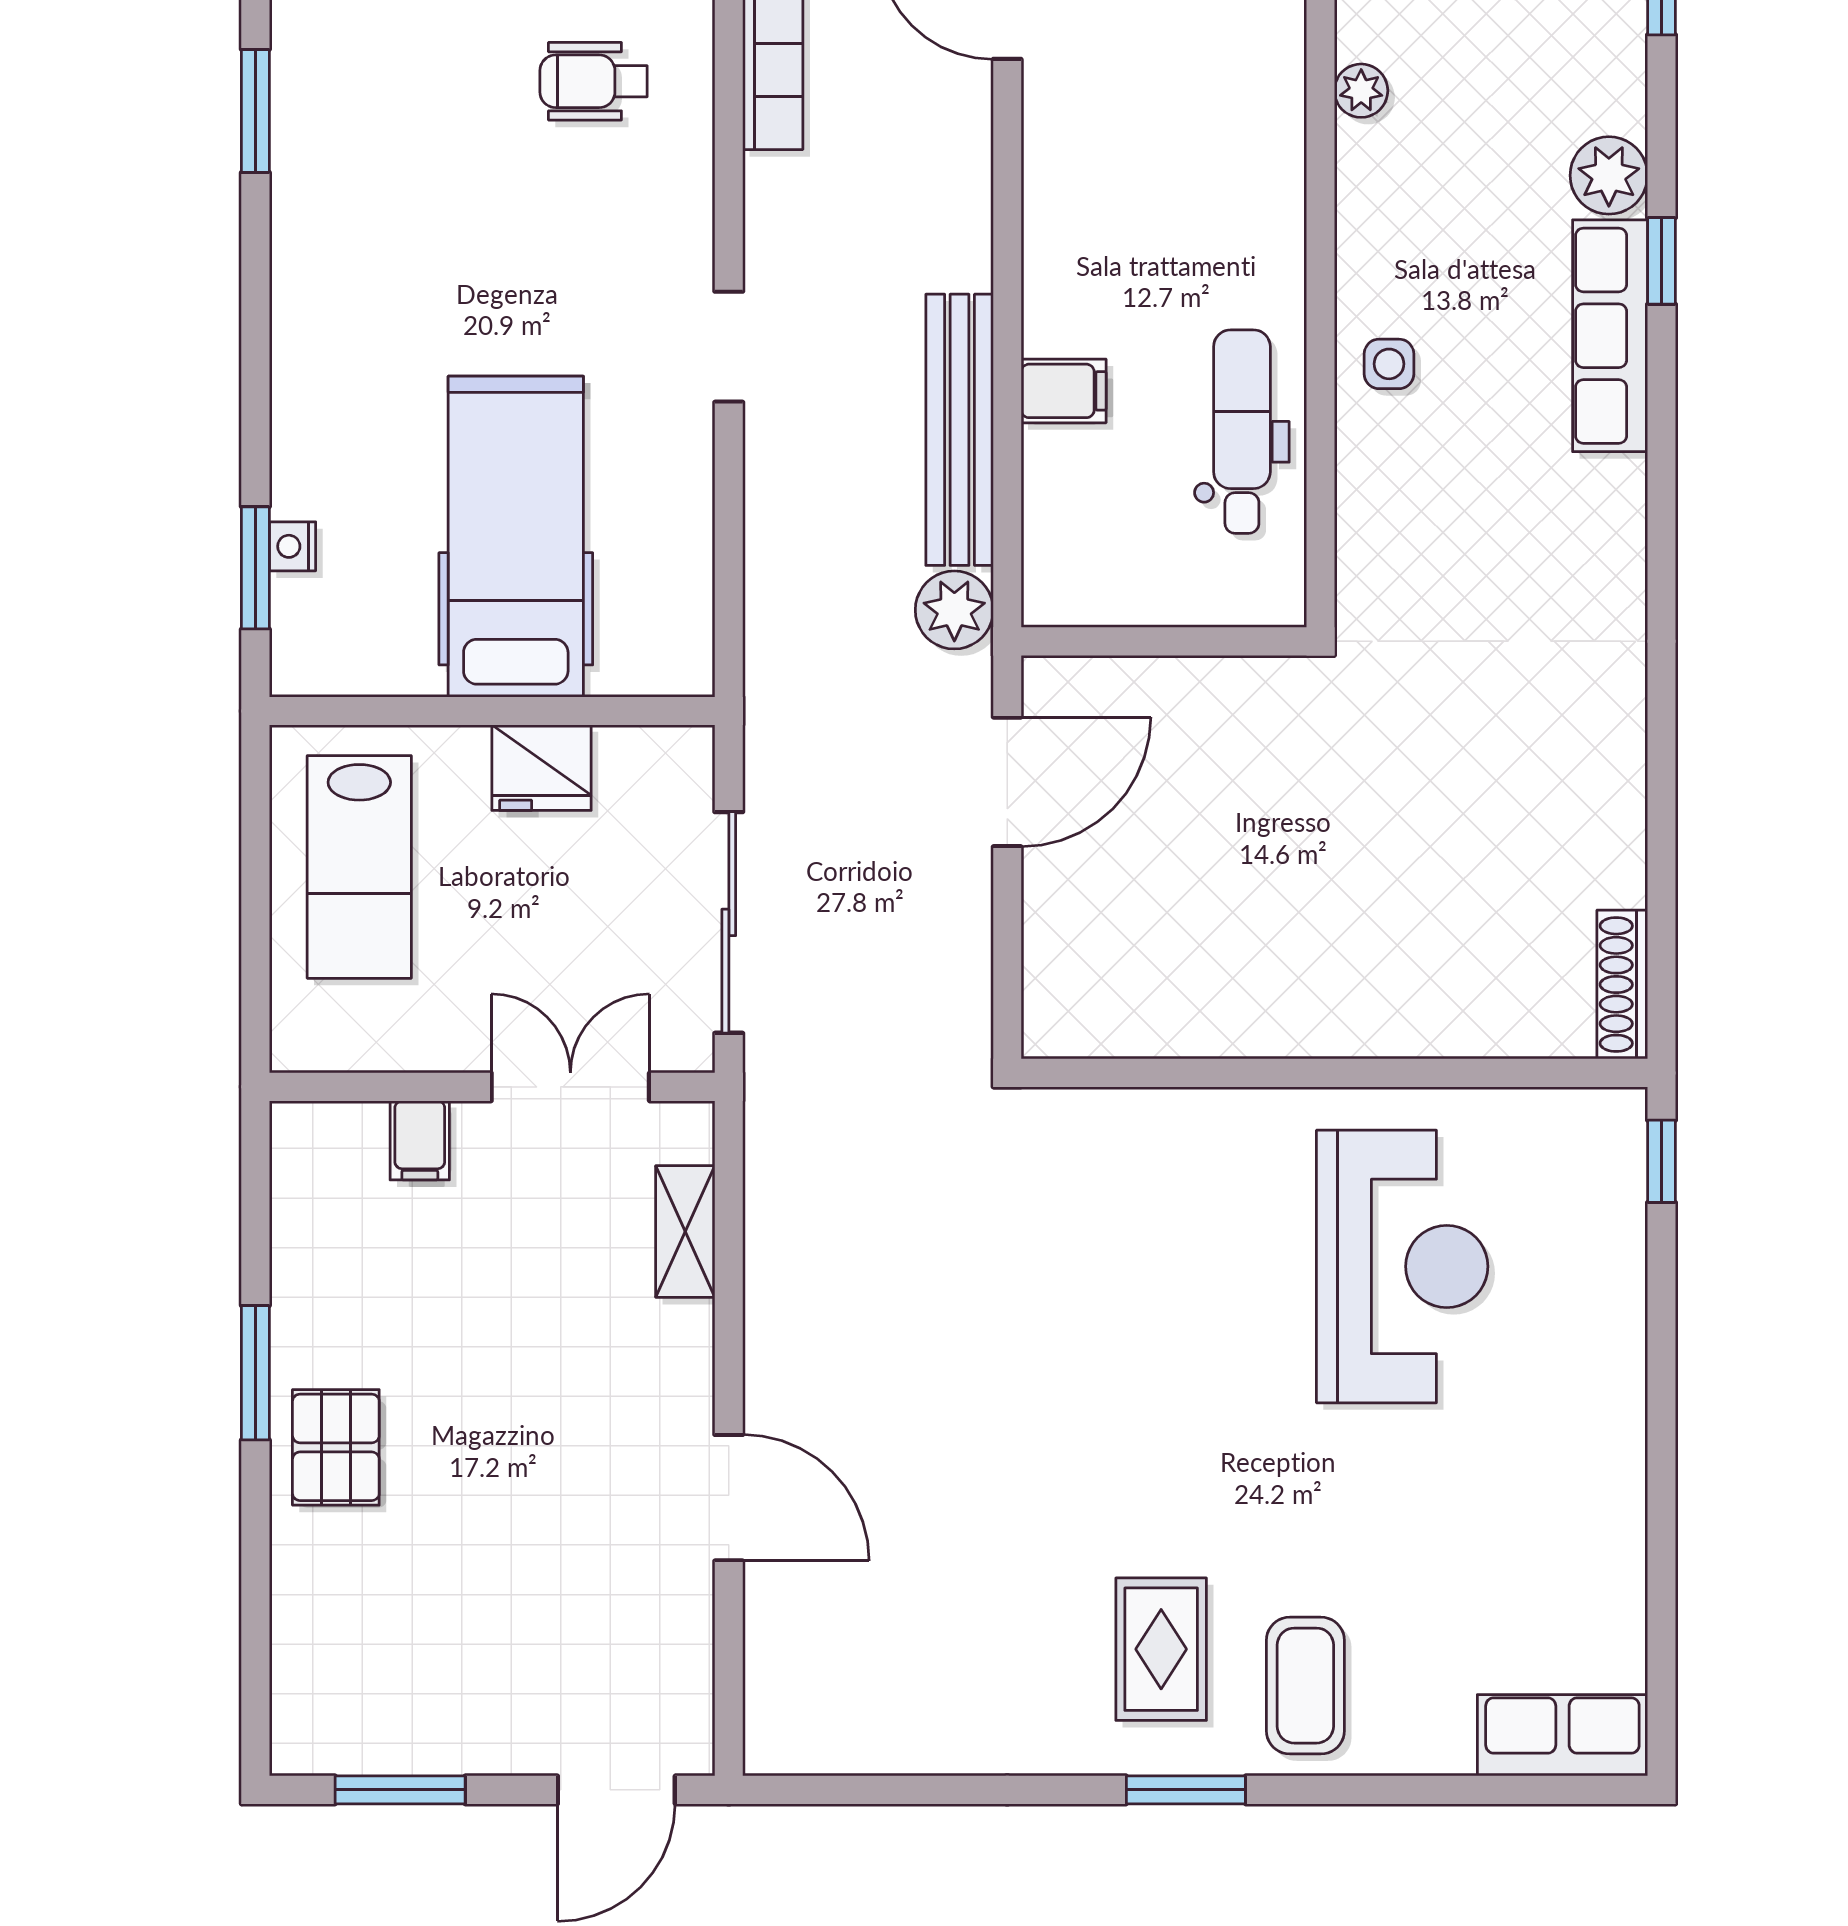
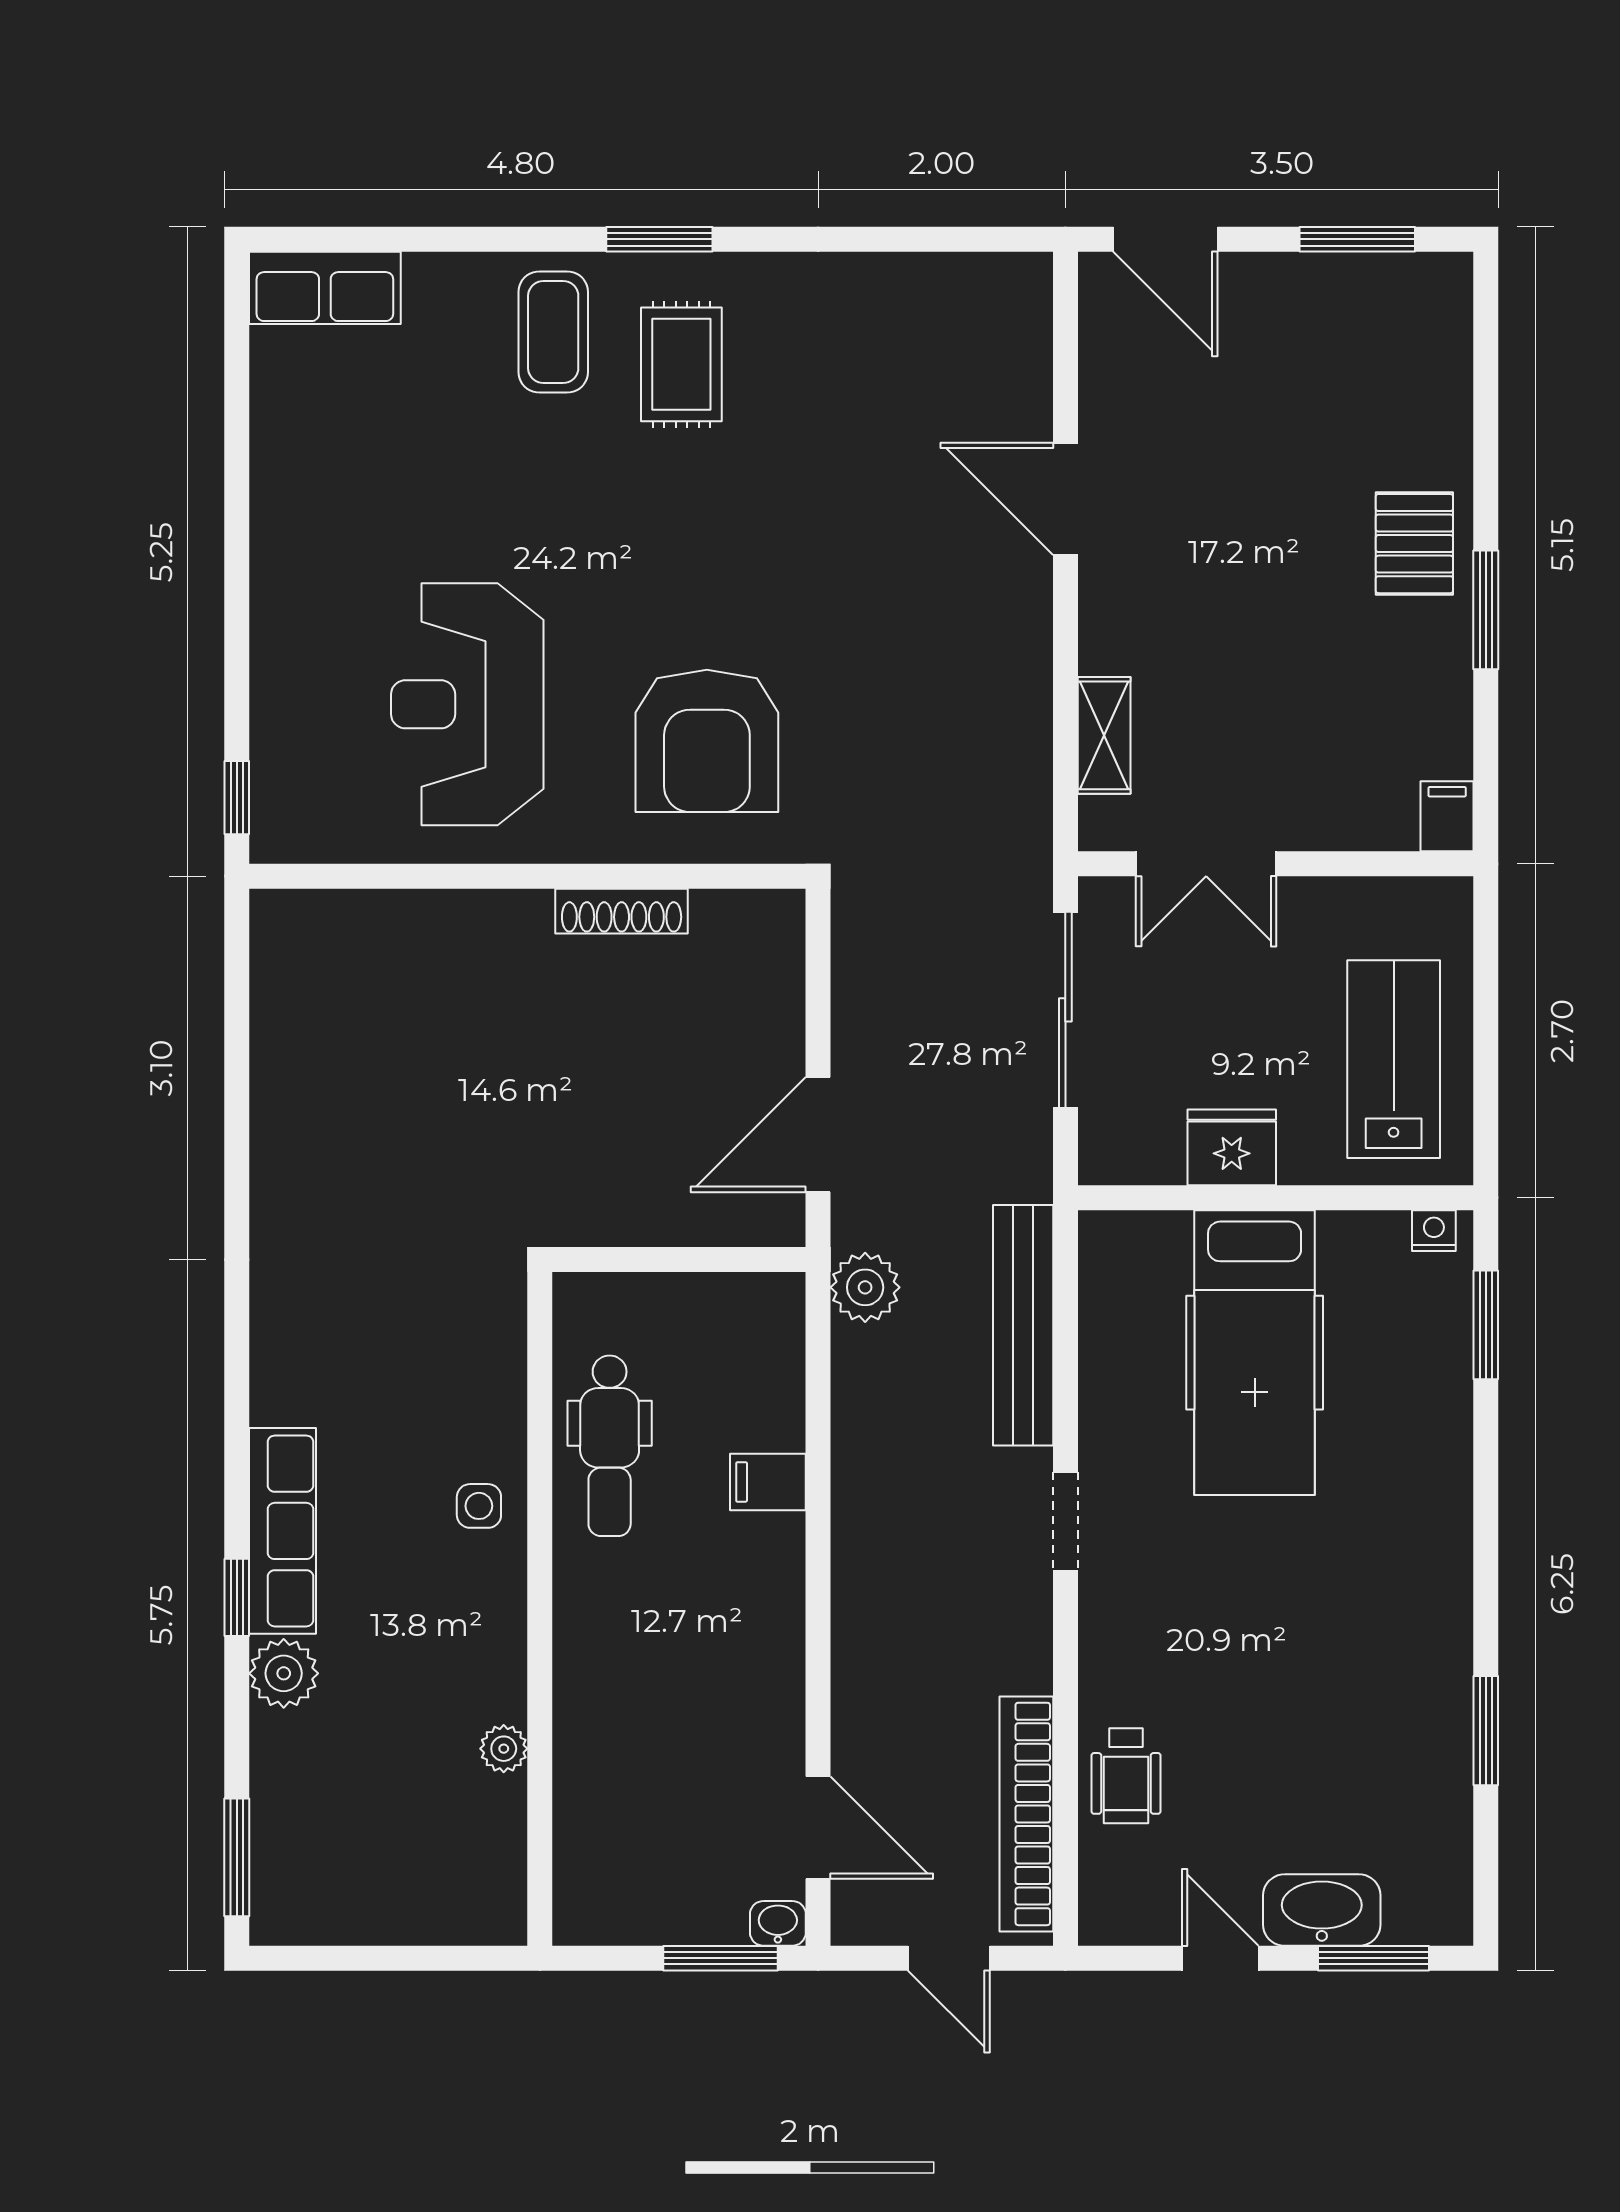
wheelchair: (594, 81) -> (1126, 1776), moved, turned 90
bench: (960, 430) -> (1023, 1325), moved
nightstand: (292, 546) -> (1434, 1231), moved, turned -90
shoe rack: (1622, 985) -> (622, 911), moved, turned 90
filing cabinet: (420, 1140) -> (1447, 816), moved
armchair: (1132, 1225) -> (707, 741), added
door: (616, 1790) -> (1165, 239), swing flipped

